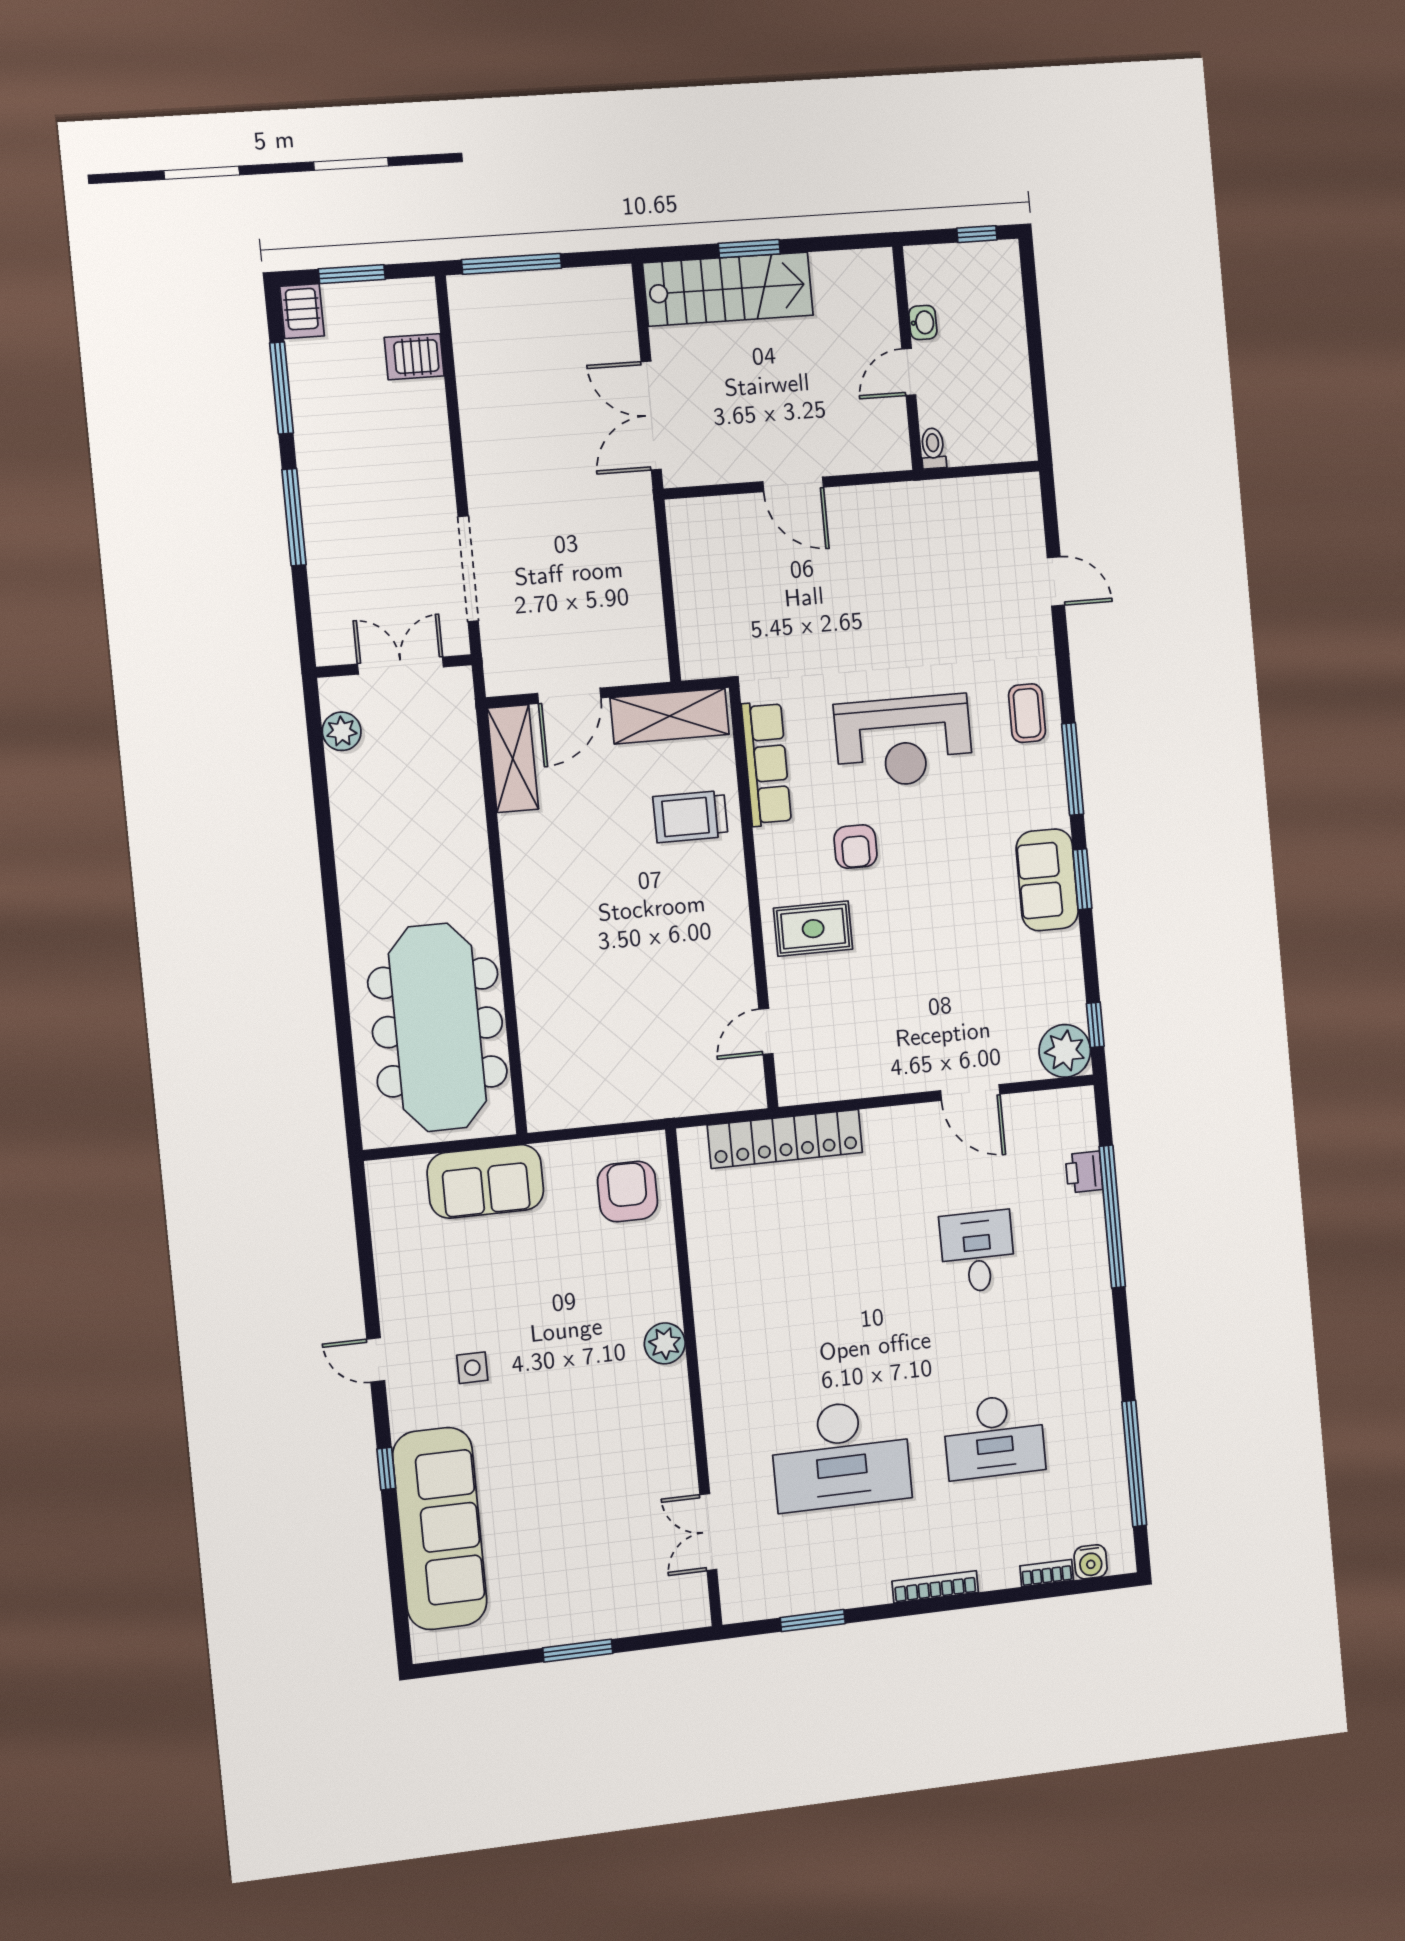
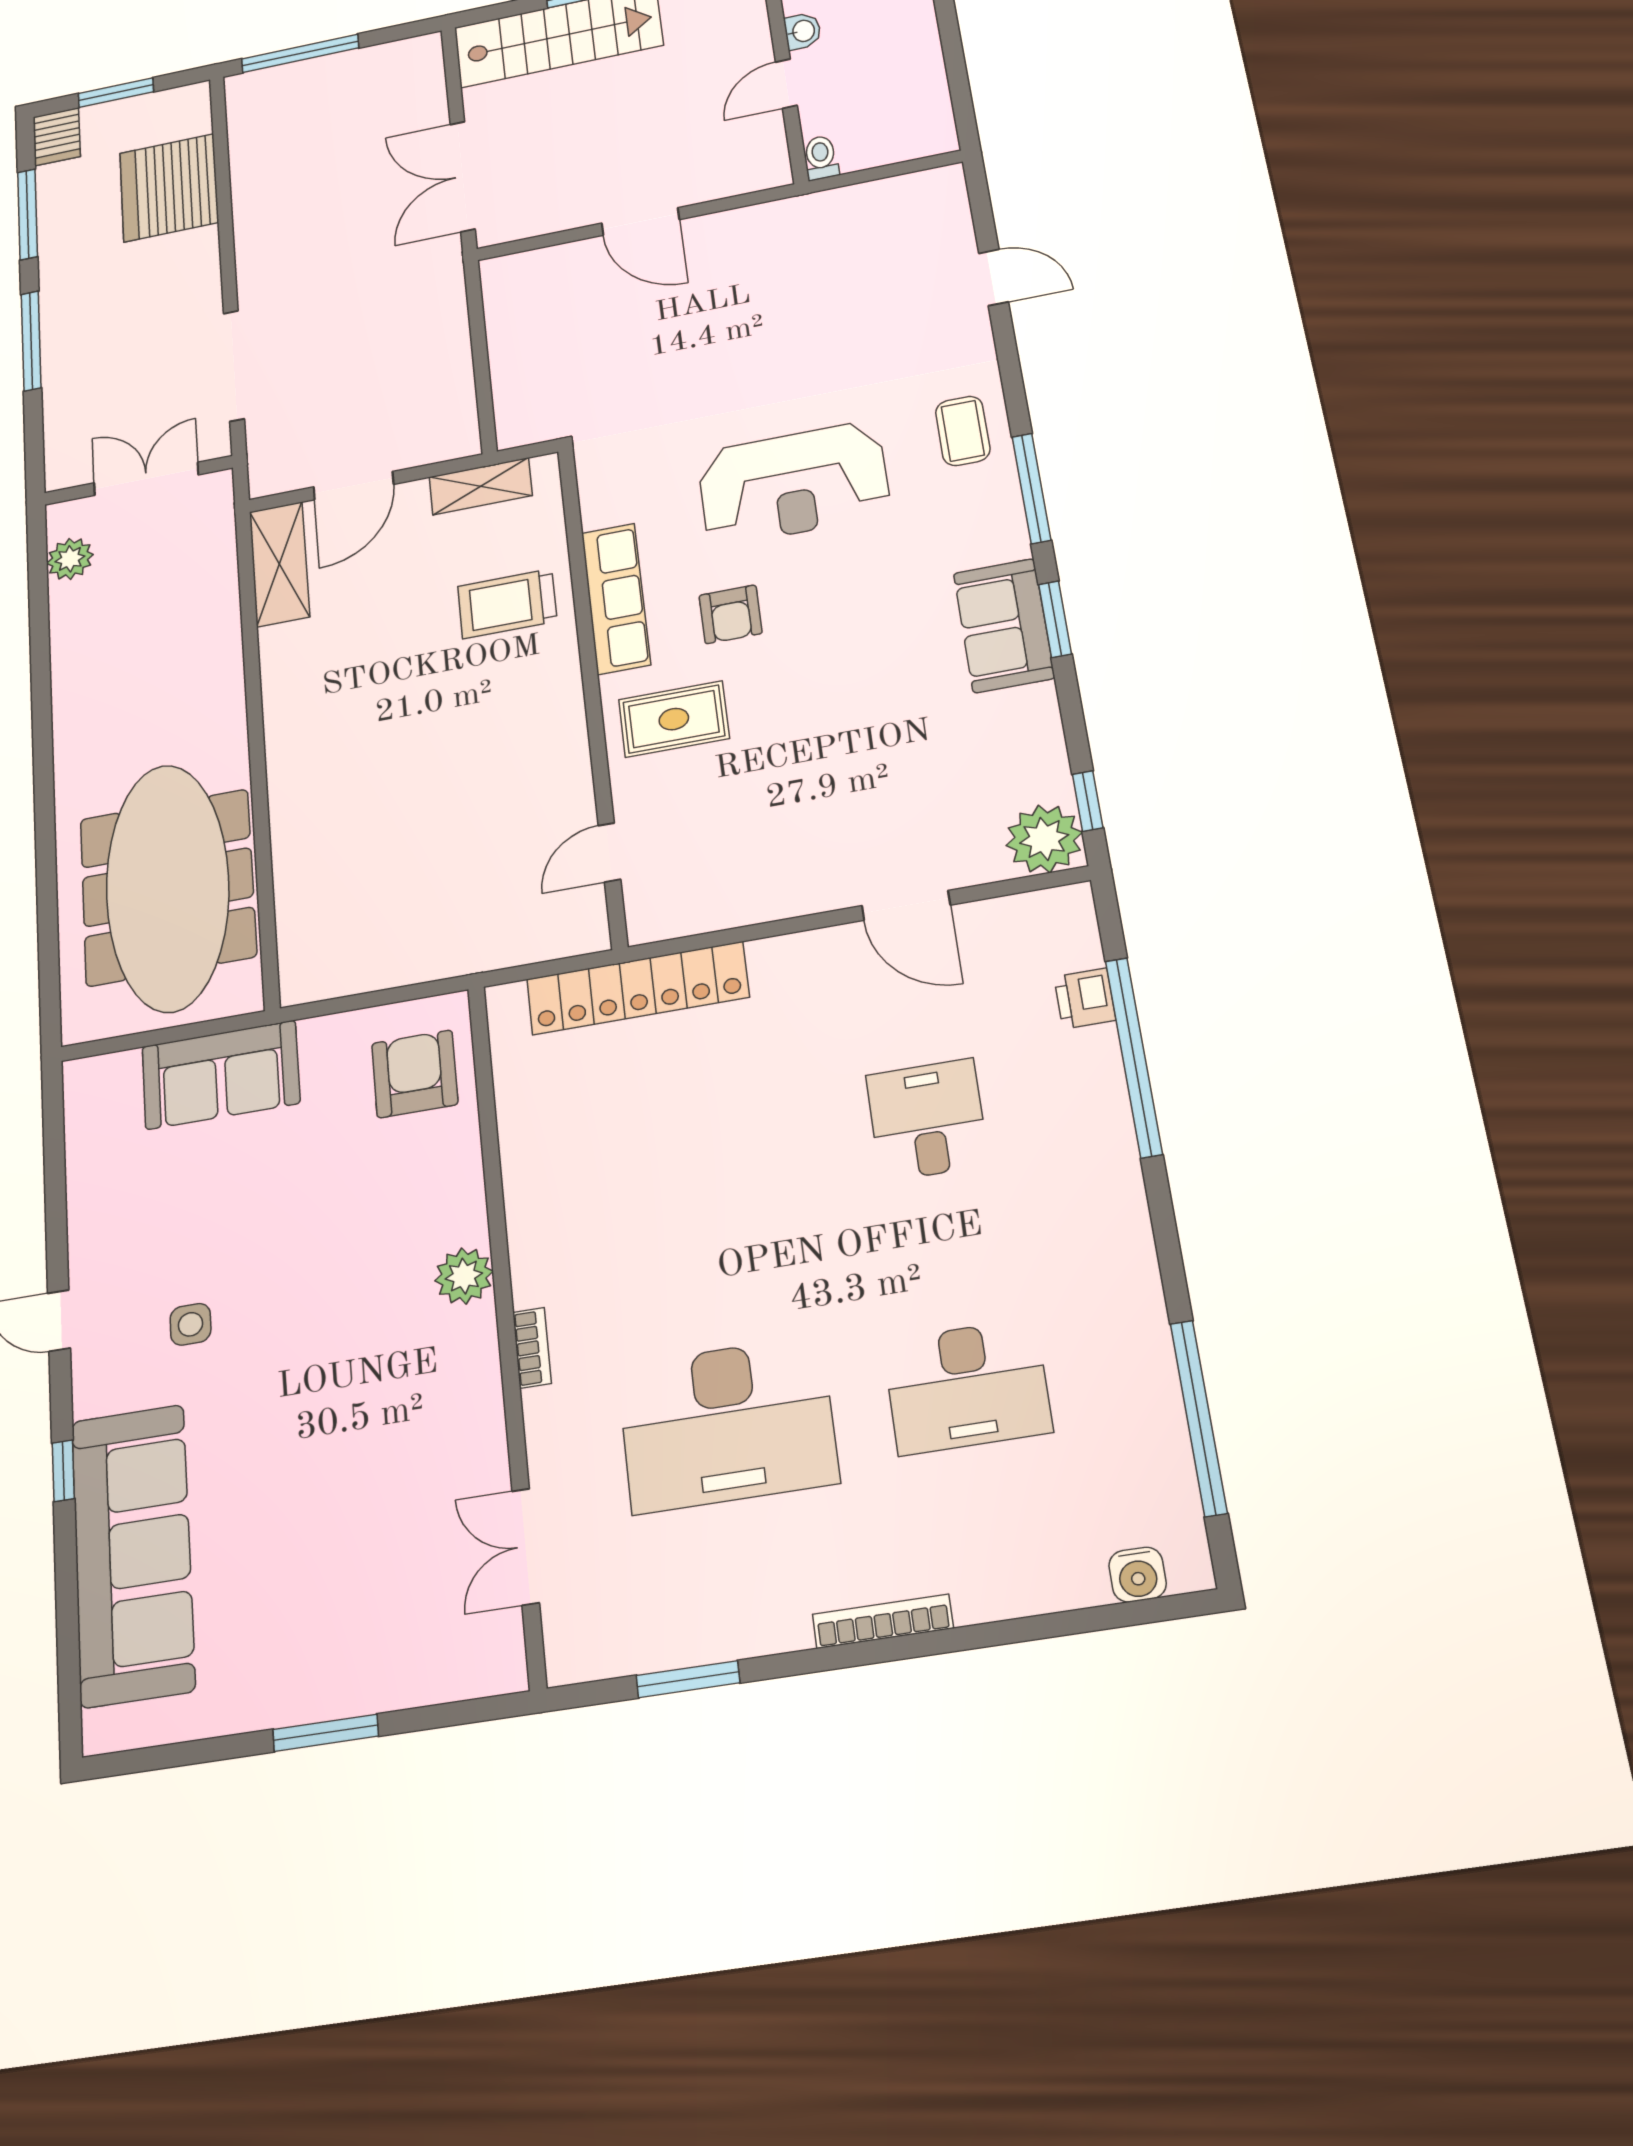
server rack: (414, 357) -> (169, 188), width x2.18, depth x1.44
shelving: (670, 716) -> (481, 486), width x0.67, depth x0.75
row of seats: (766, 764) -> (616, 599), moved
bookcase: (1047, 1573) -> (532, 1348), moved, turned 90

